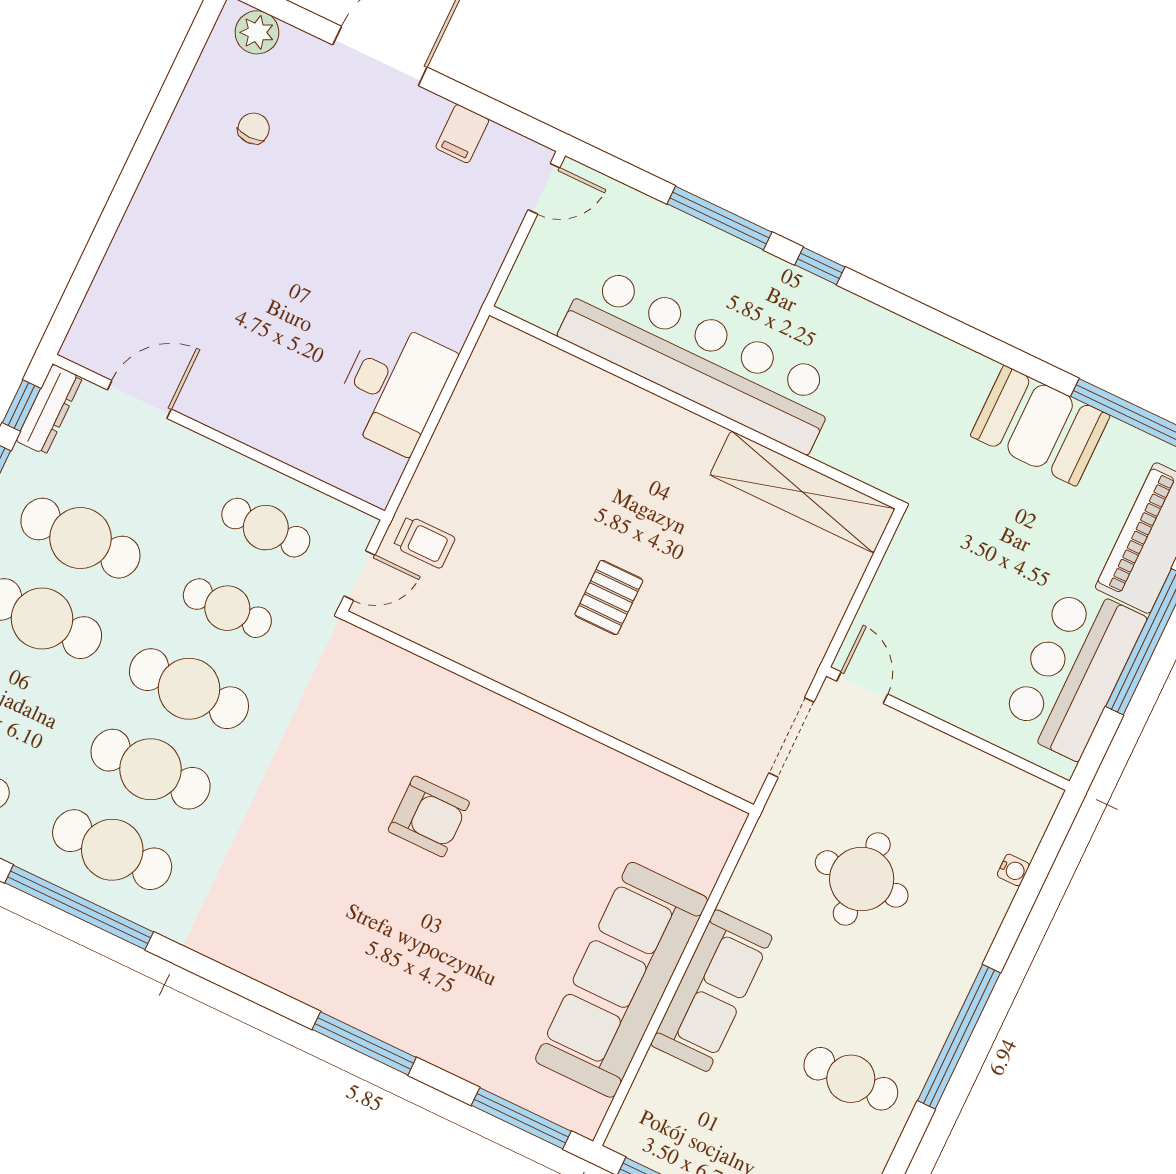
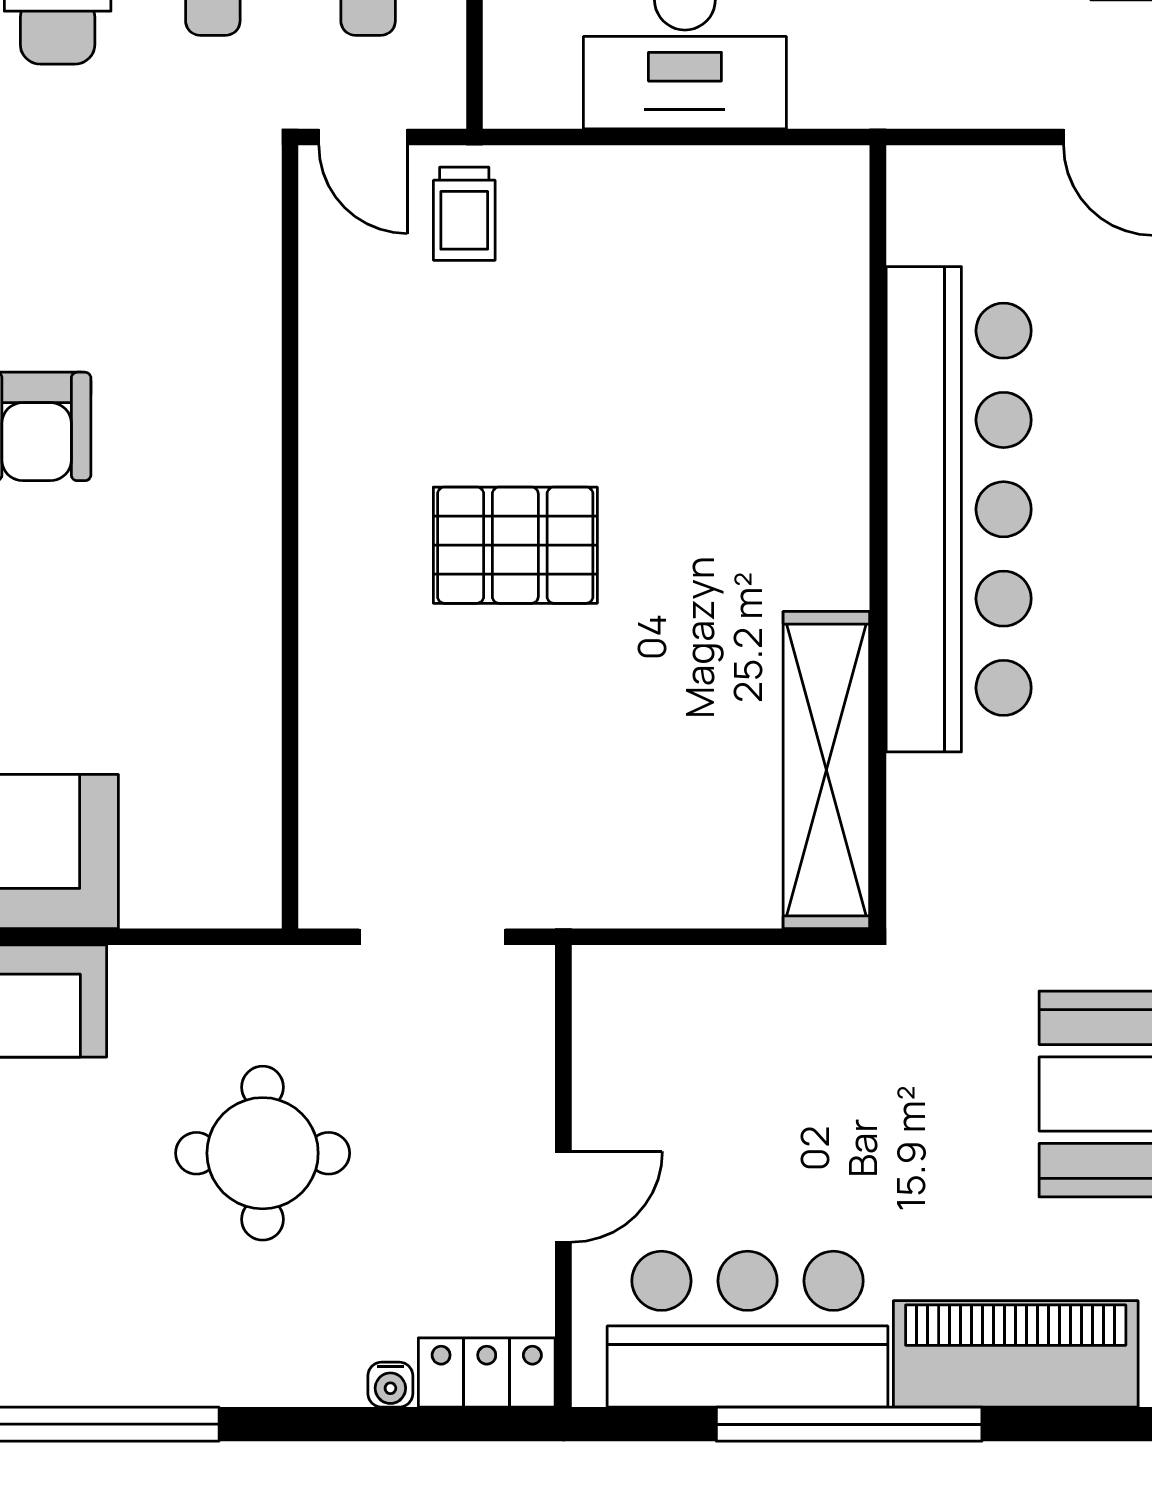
pallet: (609, 597) -> (515, 545), width x1.50, depth x1.42
door: (862, 688) -> (563, 1197), moved
locker: (1031, 817) -> (487, 1372), added

